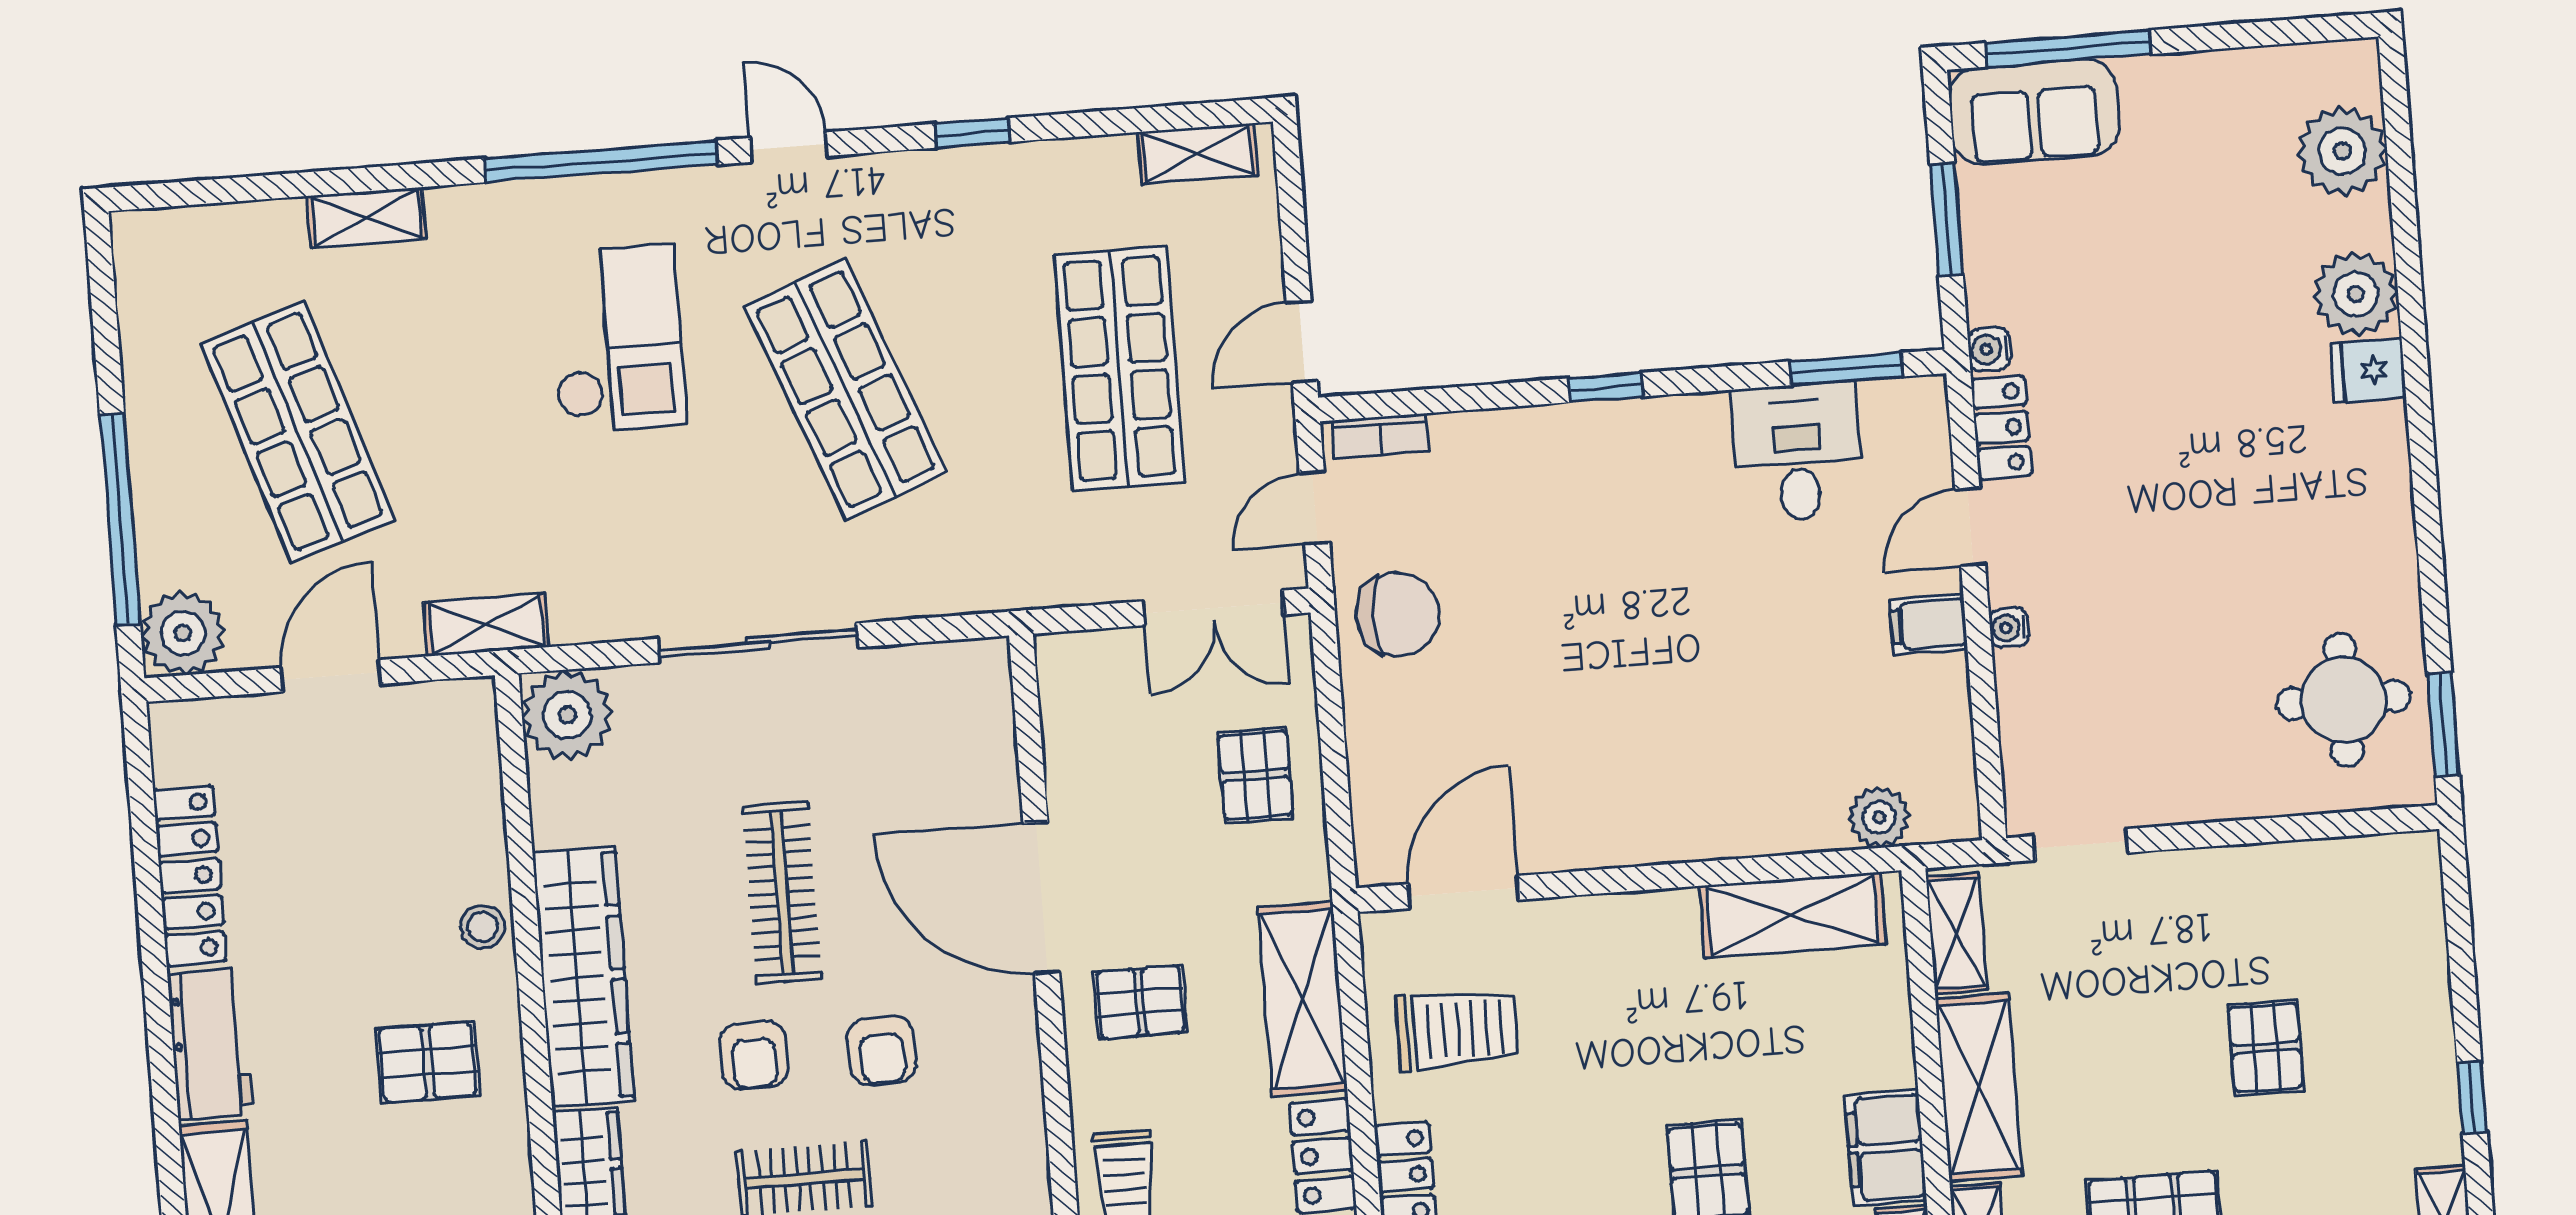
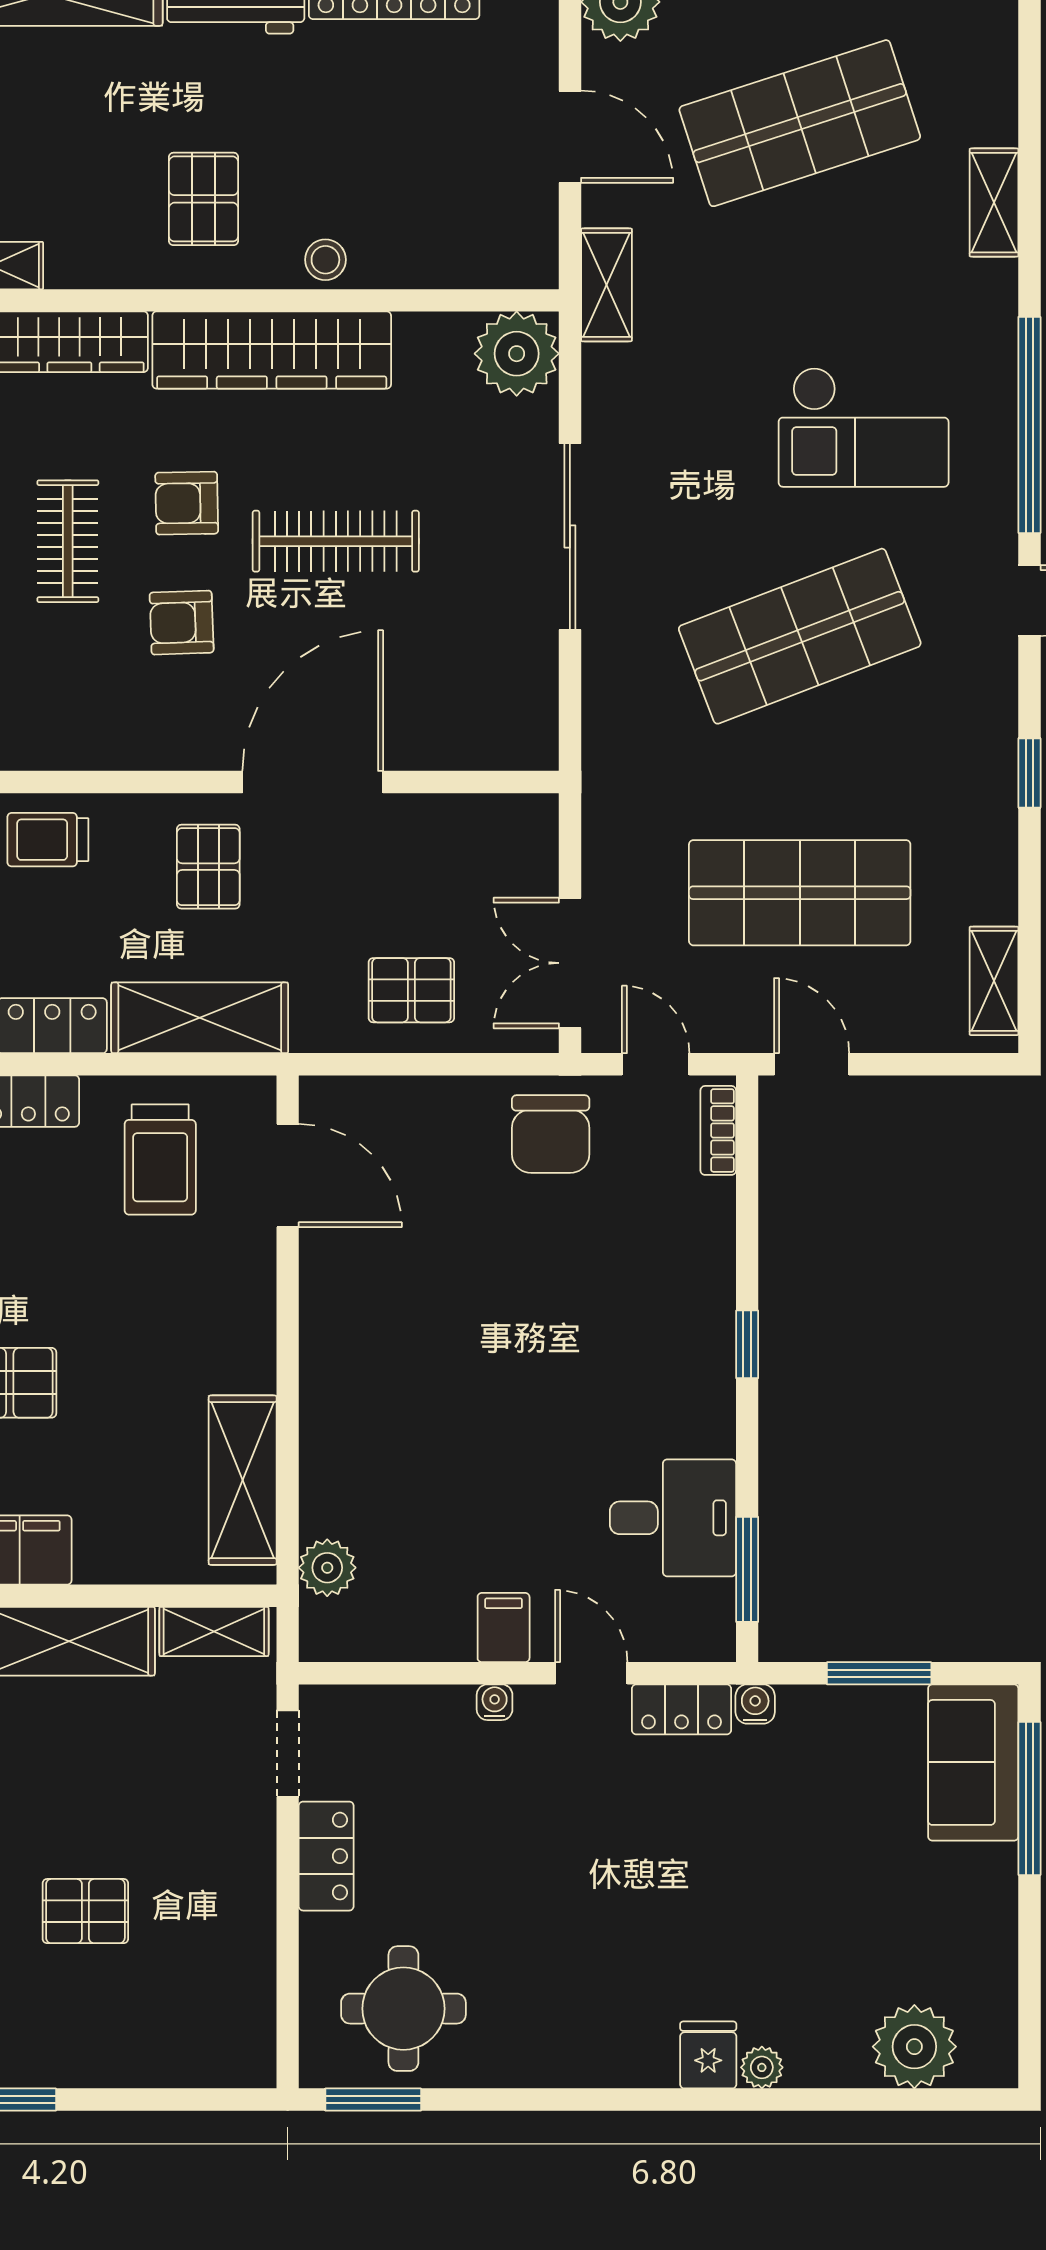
plant: (2356, 294) -> (762, 2067), width x0.53, depth x0.53
locker: (2187, 795) -> (326, 1856), added

